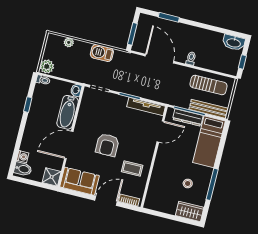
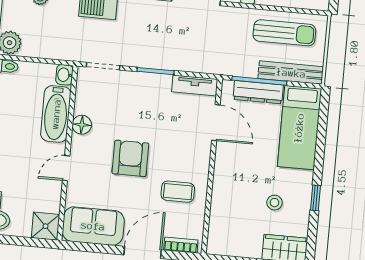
tv unit: (146, 107) -> (195, 85), width x0.71
floor lamp: (82, 121) -> (82, 125), added
door: (160, 132) -> (216, 123), hinge flipped
door: (69, 145) -> (66, 168), width x0.53
armchair: (107, 145) -> (130, 158), turned 180
window: (212, 184) -> (315, 198), width x0.46

